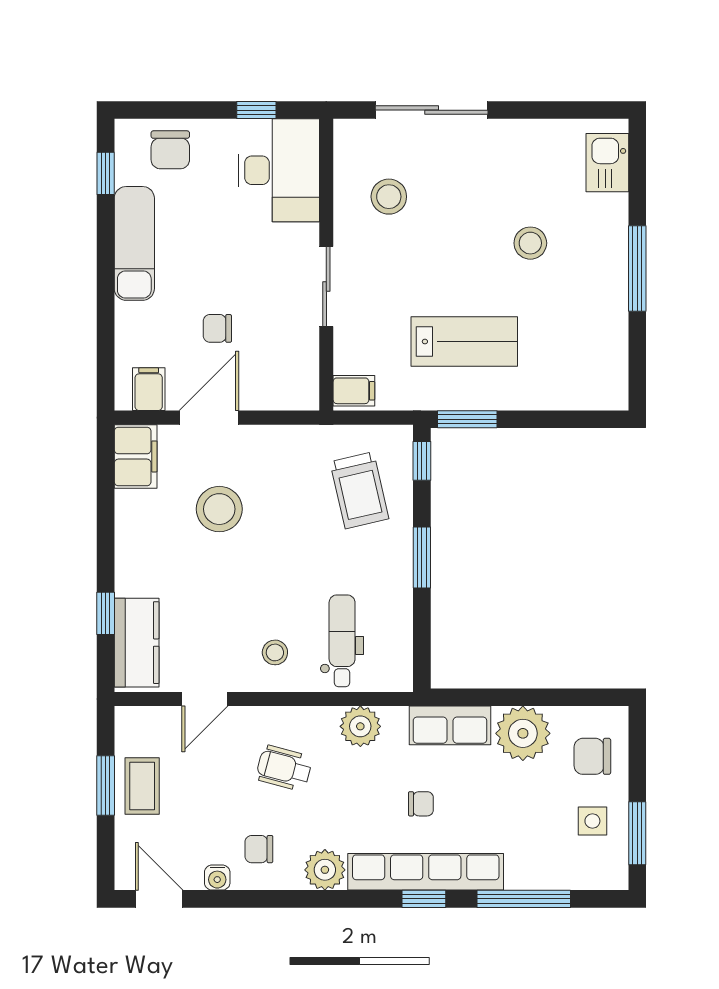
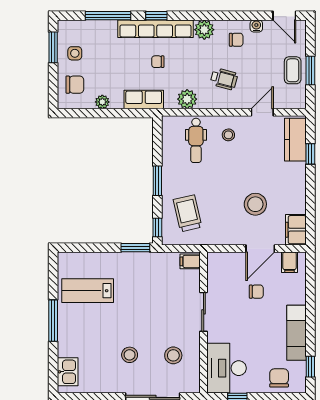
stool: (530, 243) -> (130, 355), moved
lab bench: (464, 342) -> (88, 291), moved
plant: (523, 733) -> (102, 102), width x0.53, depth x0.53

